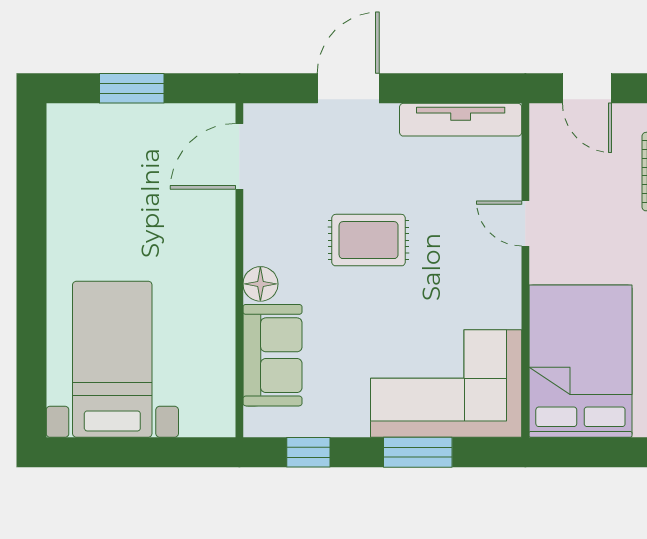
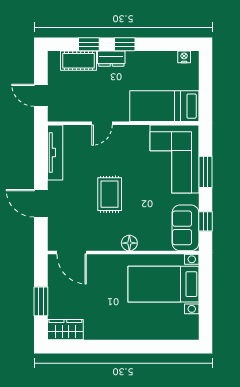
door: (587, 88) -> (41, 95), swing flipped
wardrobe: (69, 142) -> (65, 330), added
sofa: (272, 355) -> (185, 228), moved, turned -90
bed with nightstands: (112, 359) -> (163, 284), moved
bed: (580, 361) -> (164, 106), width x0.67

